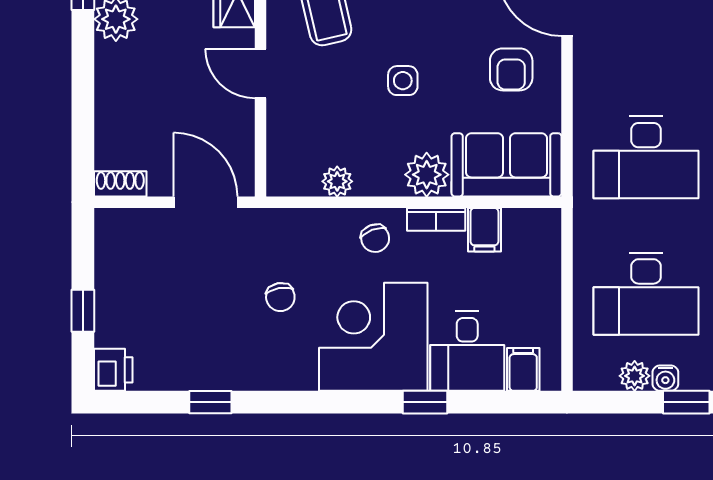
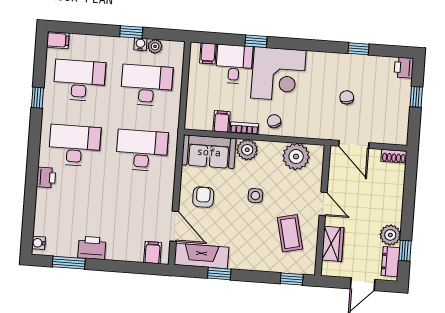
plant: (337, 181) -> (296, 157), width x1.87, depth x1.87
chair: (280, 297) -> (347, 97), moved

